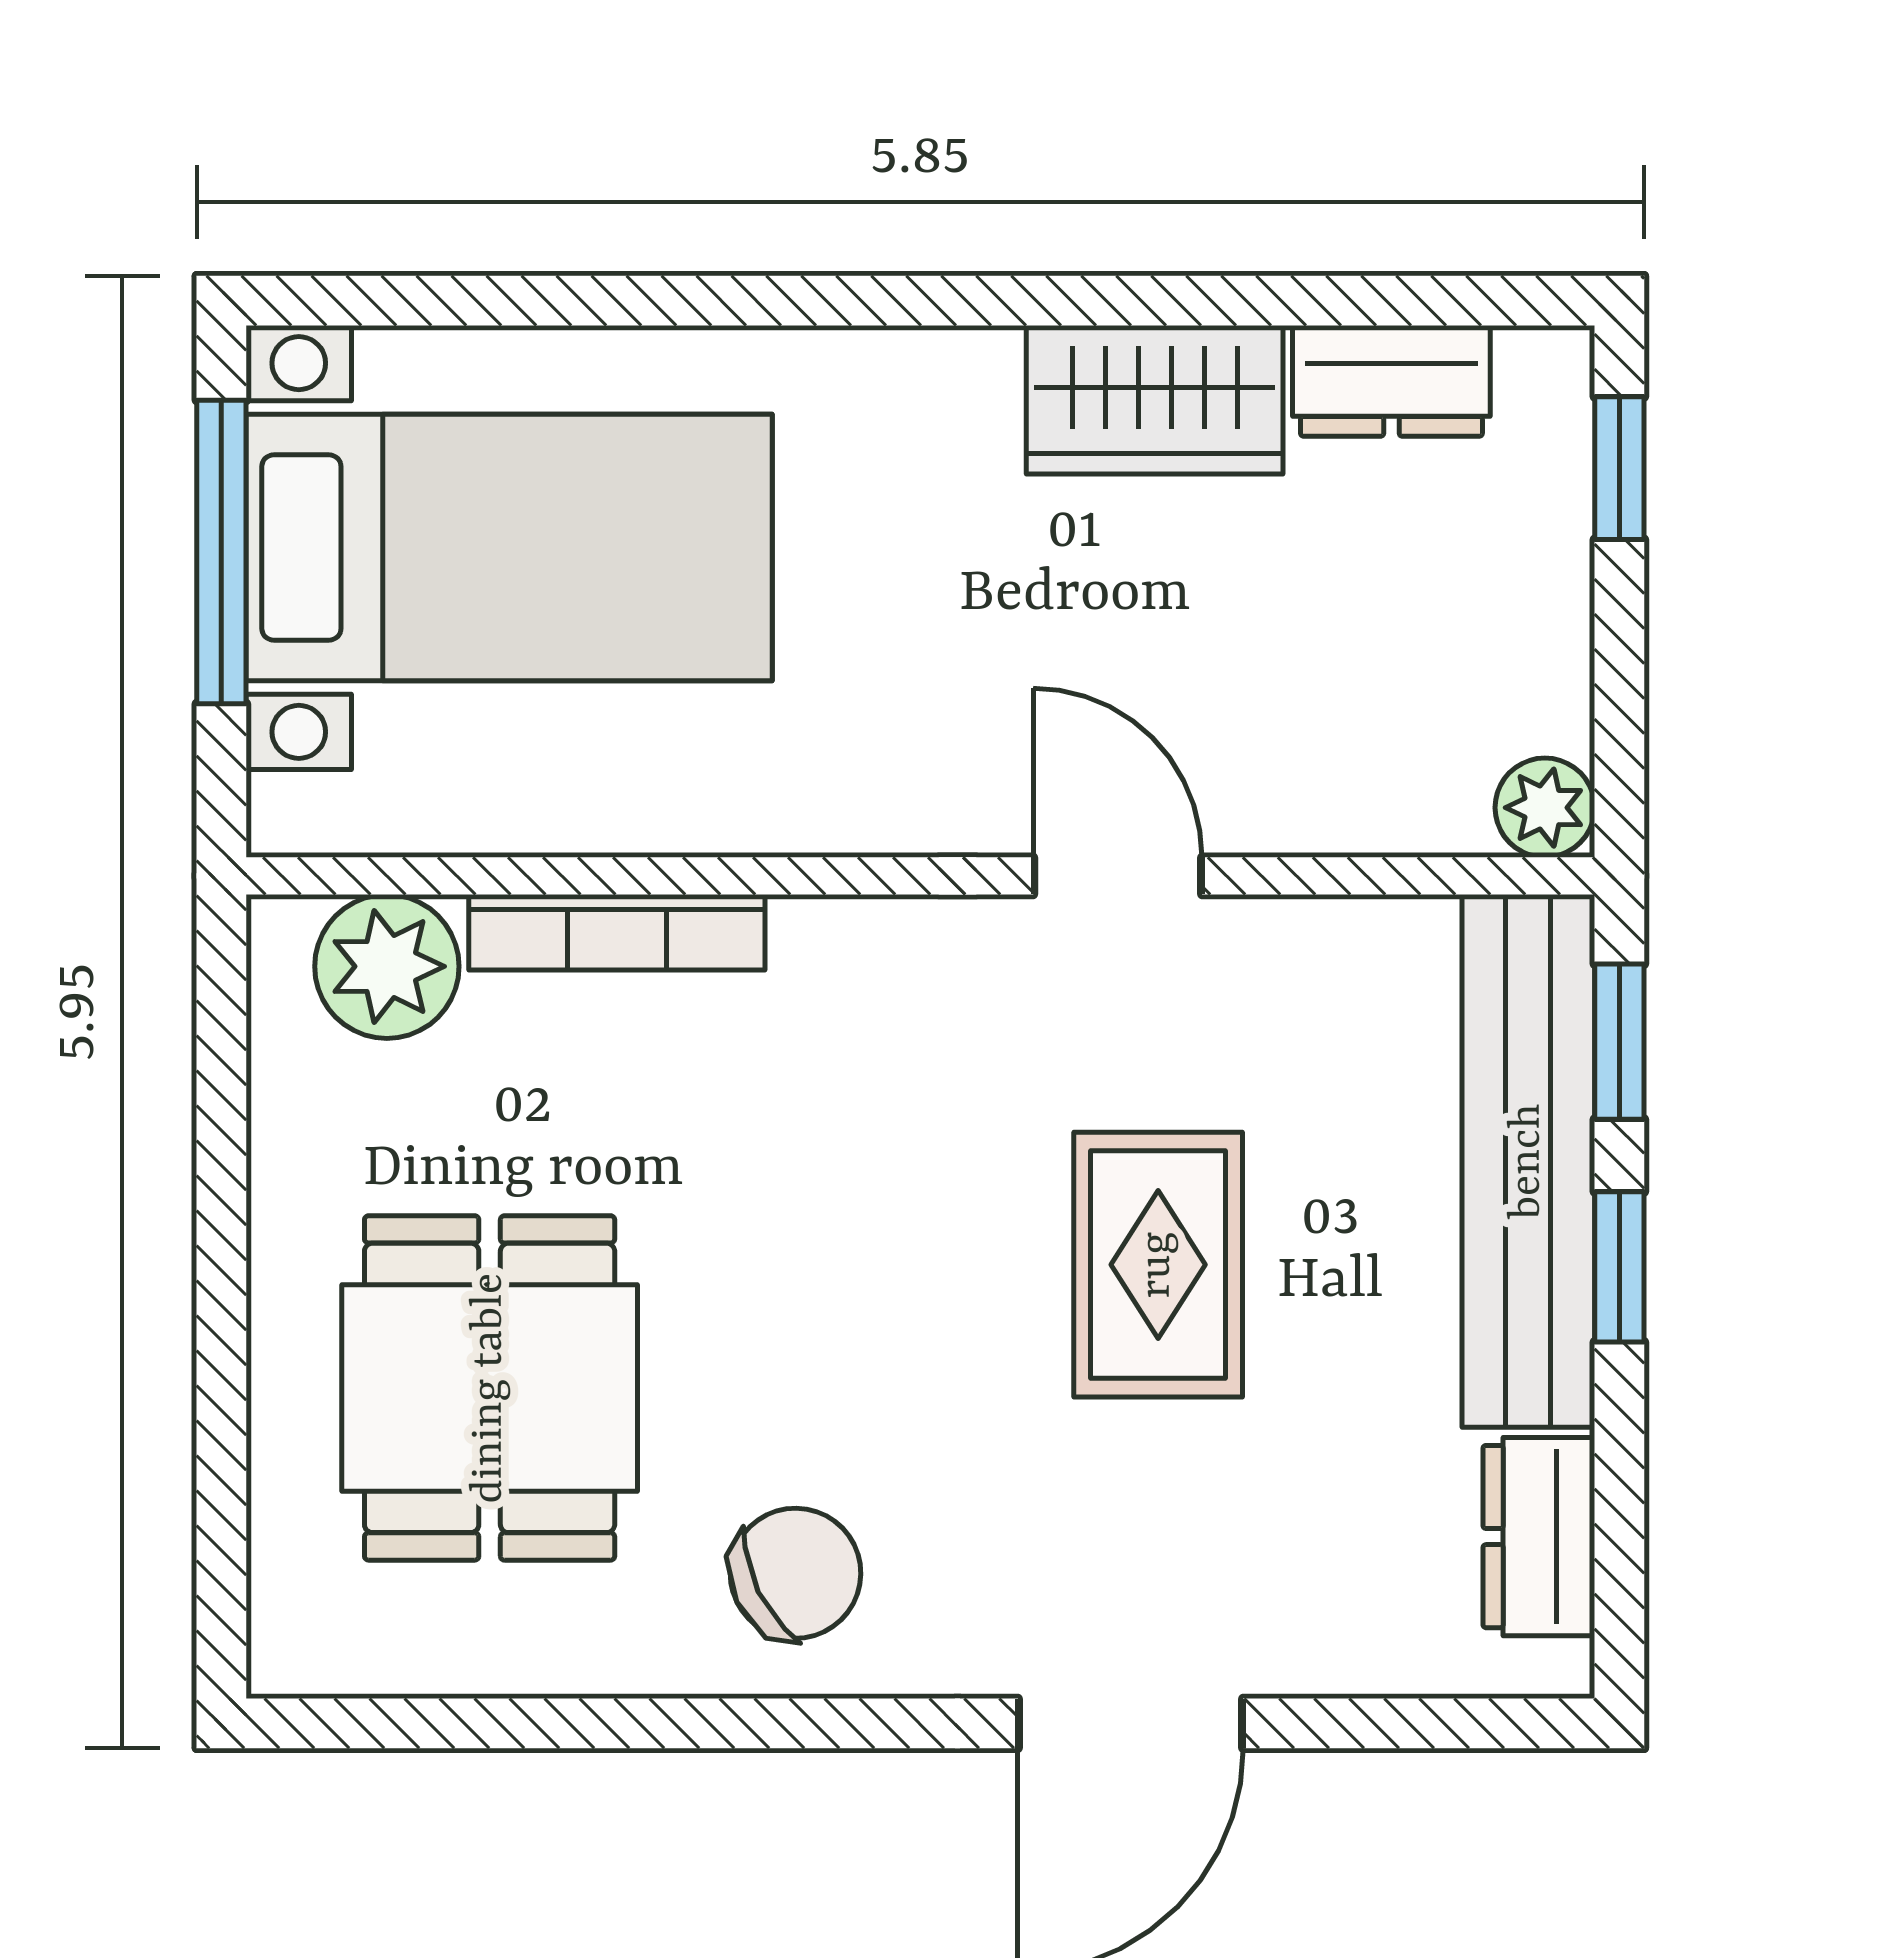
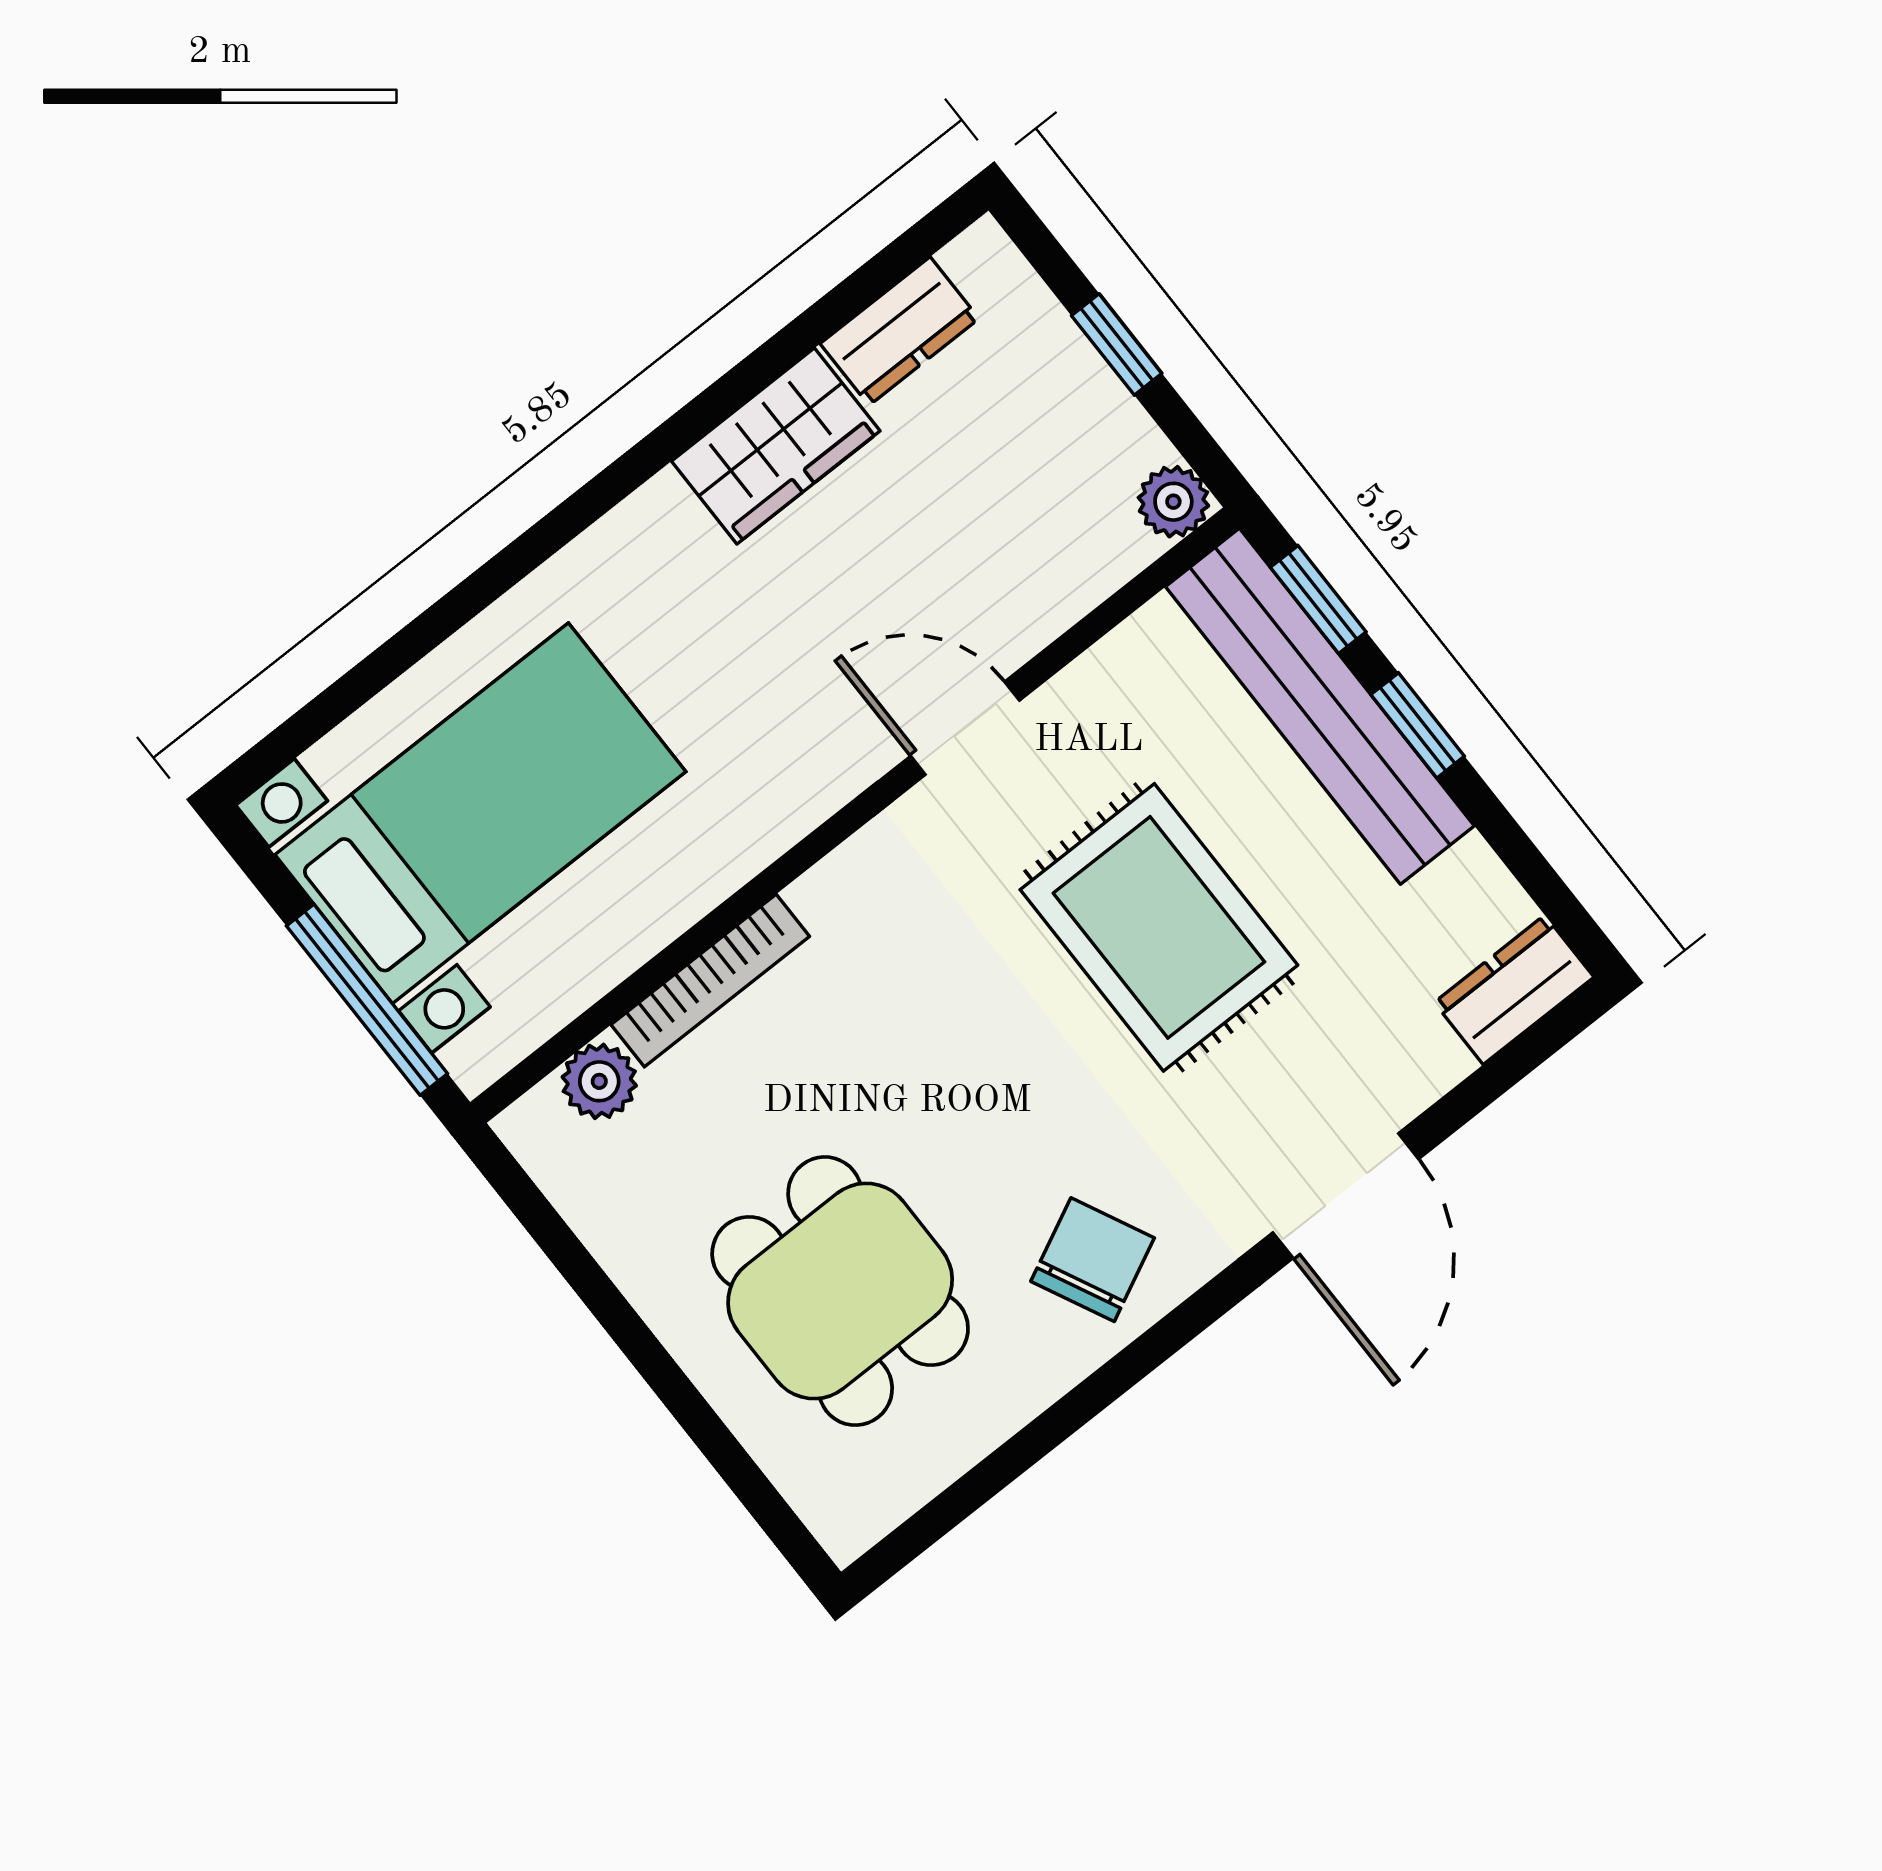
window: (1619, 468) -> (1117, 344), moved
window: (221, 552) -> (367, 1000), moved
plant: (387, 966) -> (599, 1081), width x0.73, depth x0.73
rug: (1158, 1265) -> (1159, 927), width x1.36, depth x1.43
dresser: (1539, 1537) -> (1514, 990), moved, turned 90

